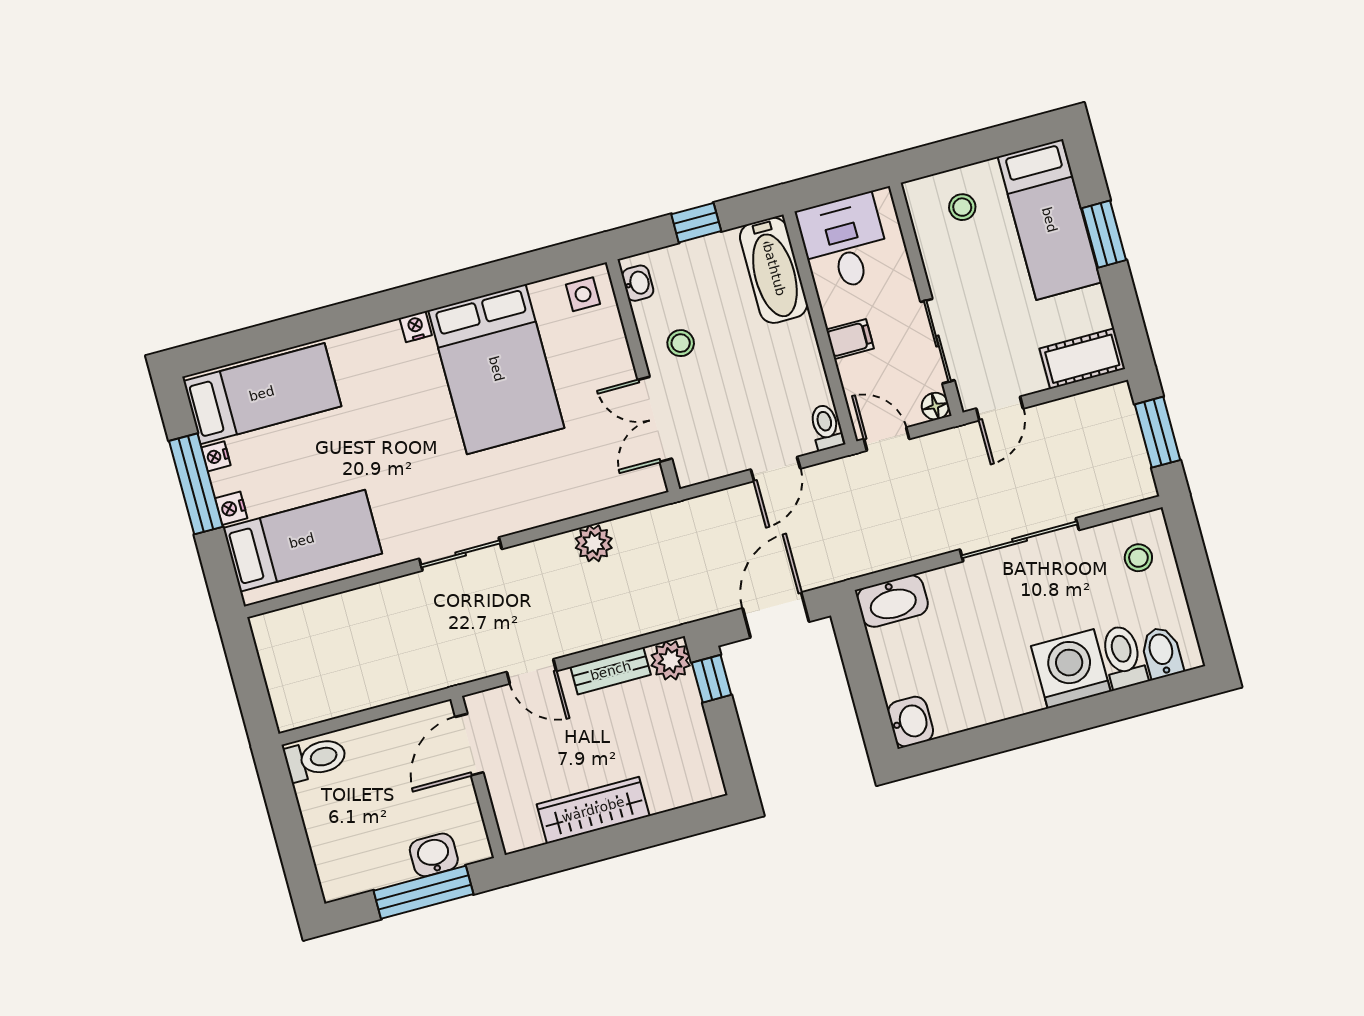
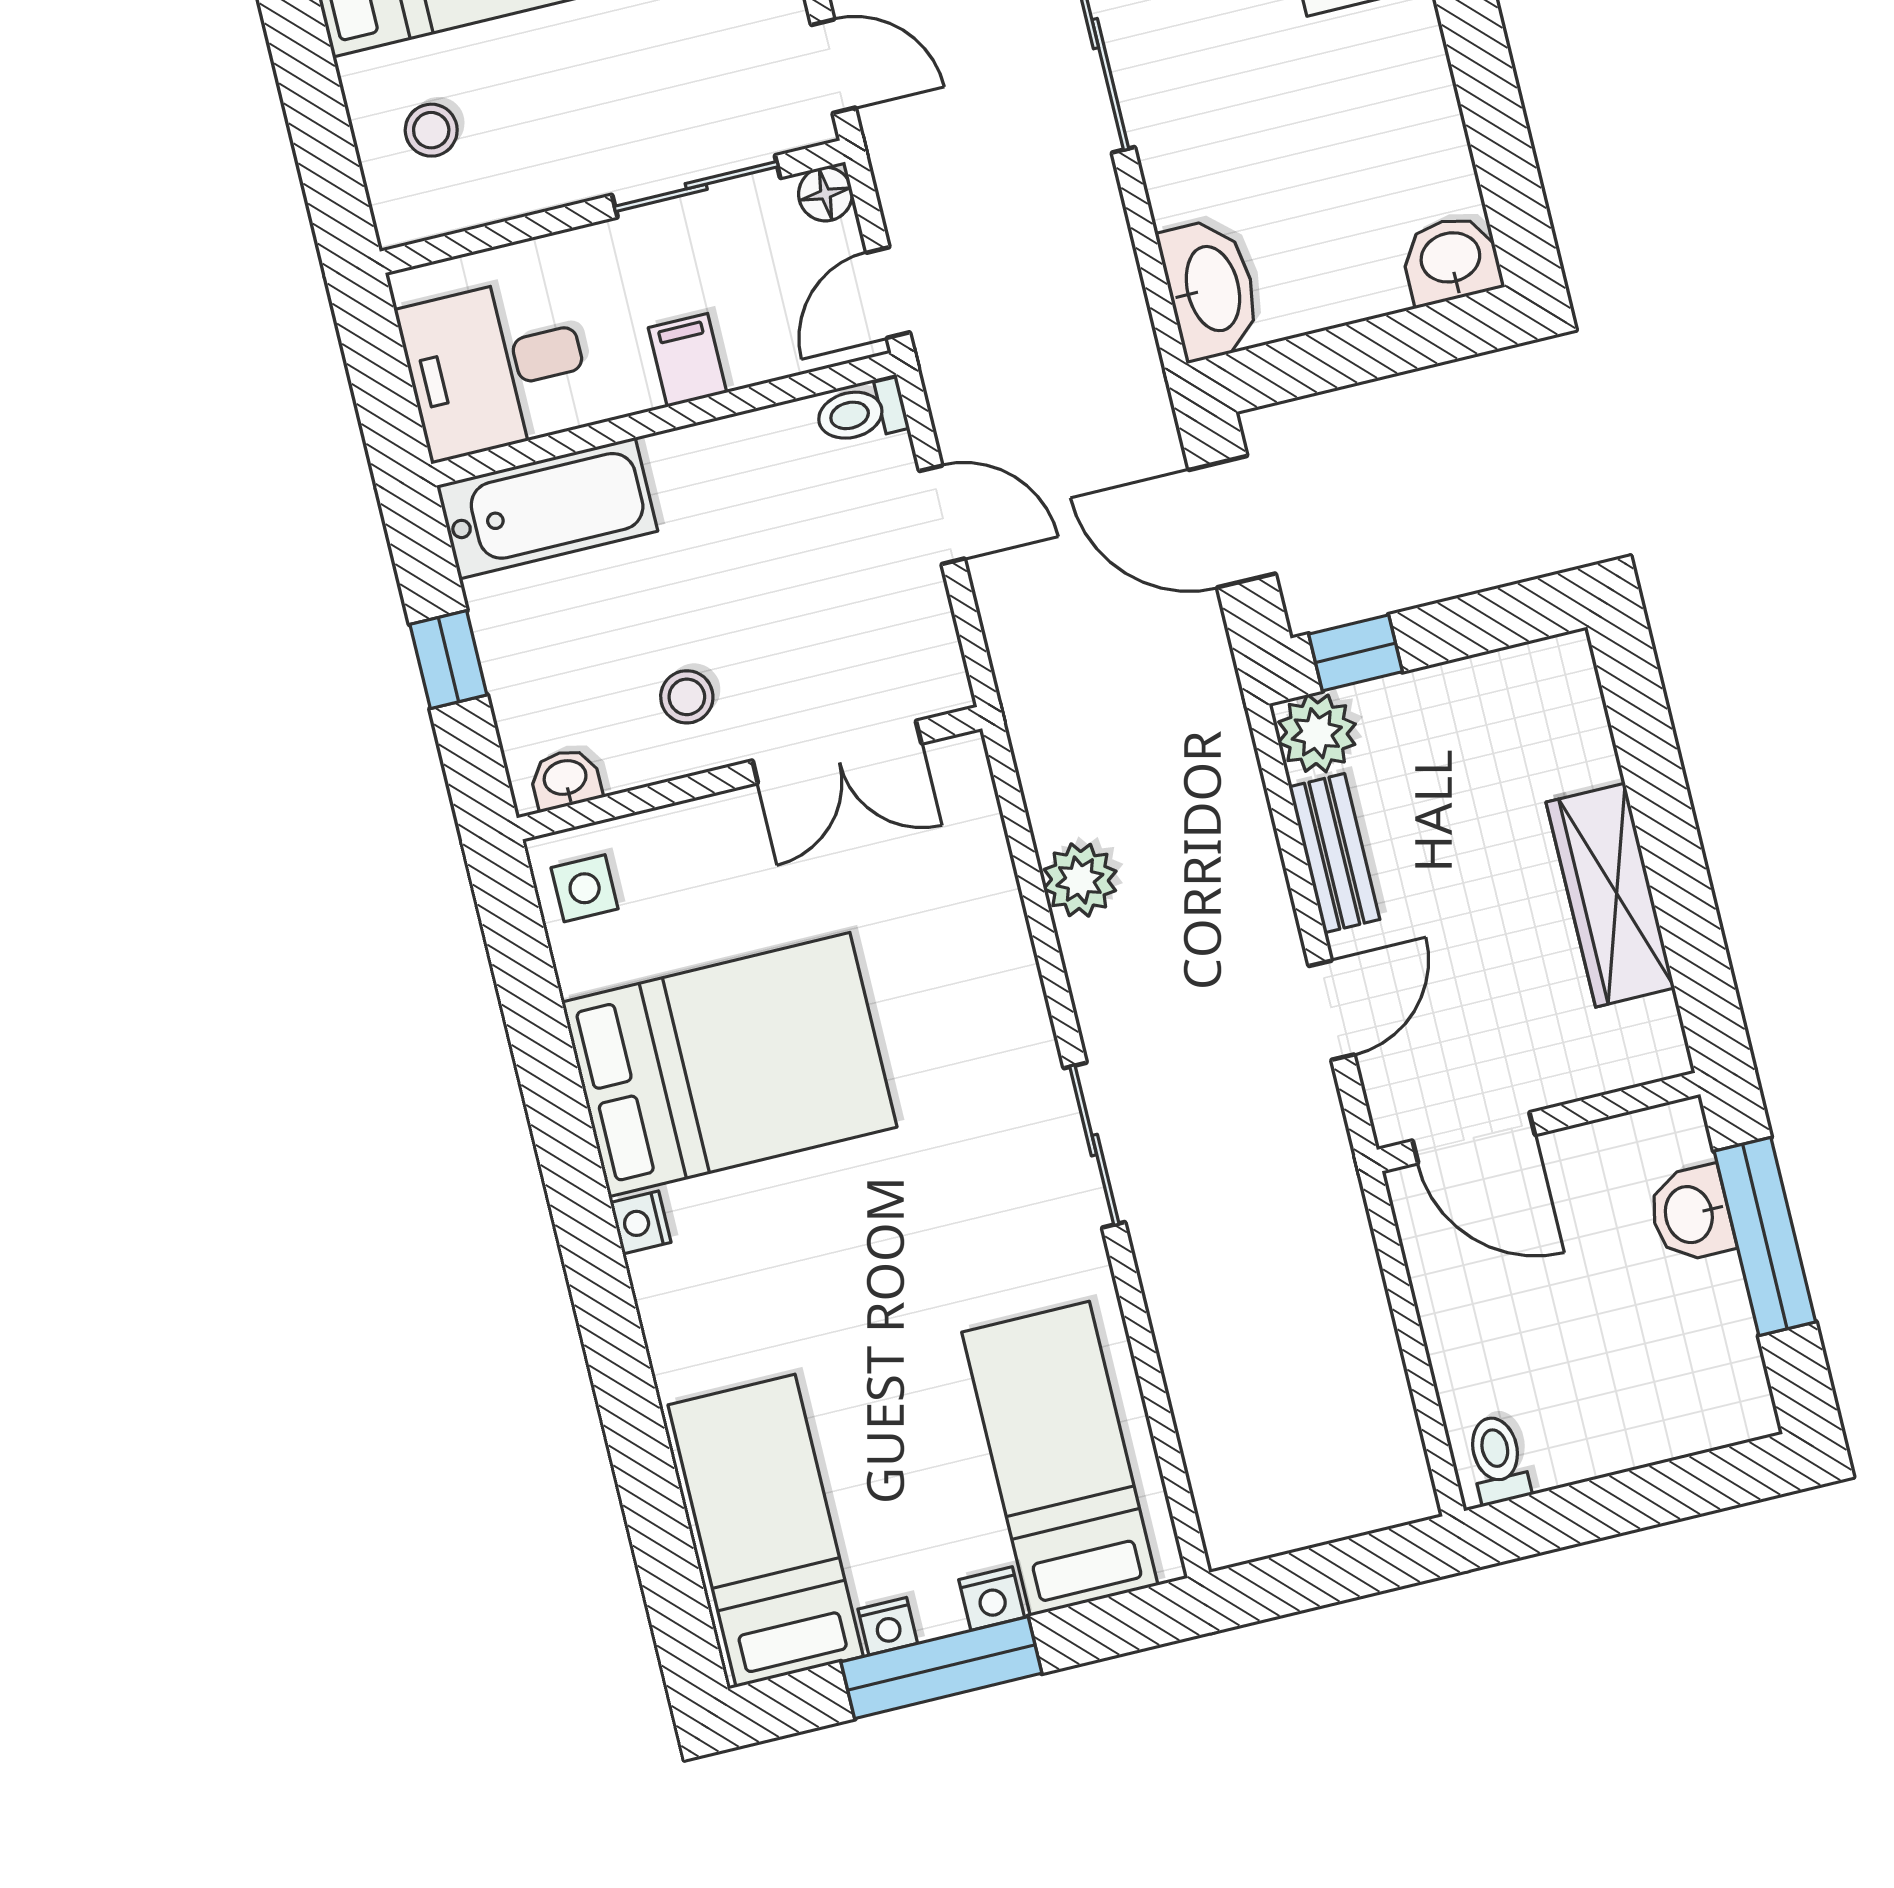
toilet: (316, 759) -> (1498, 1460), width x0.73, depth x0.72

